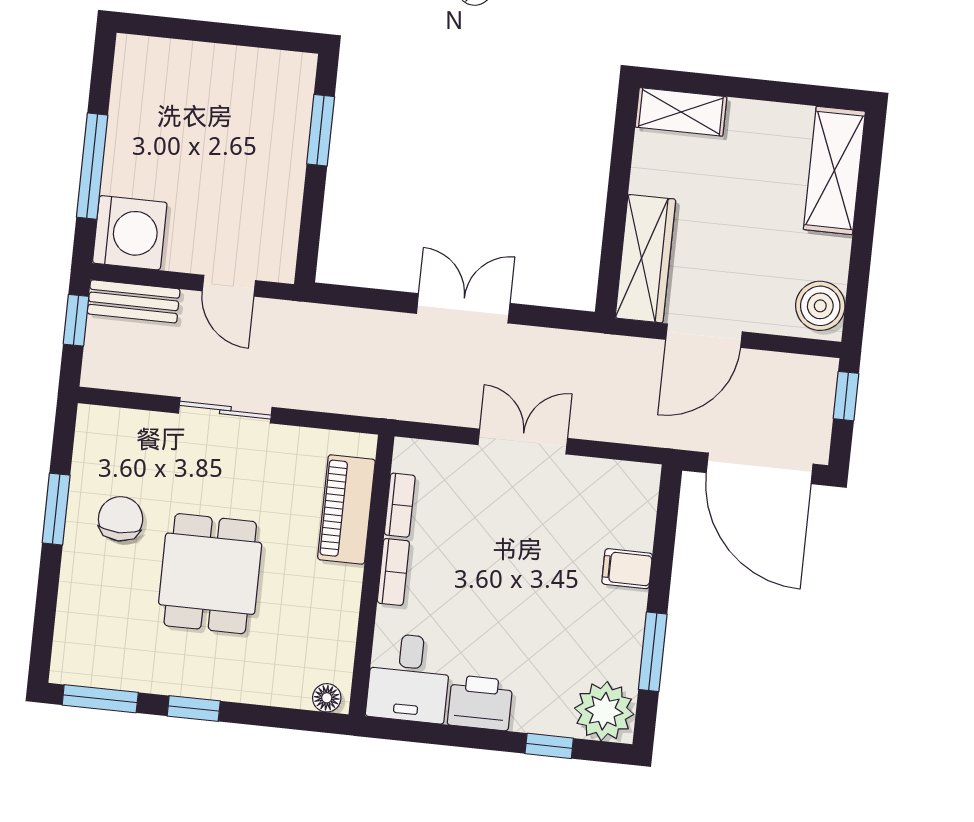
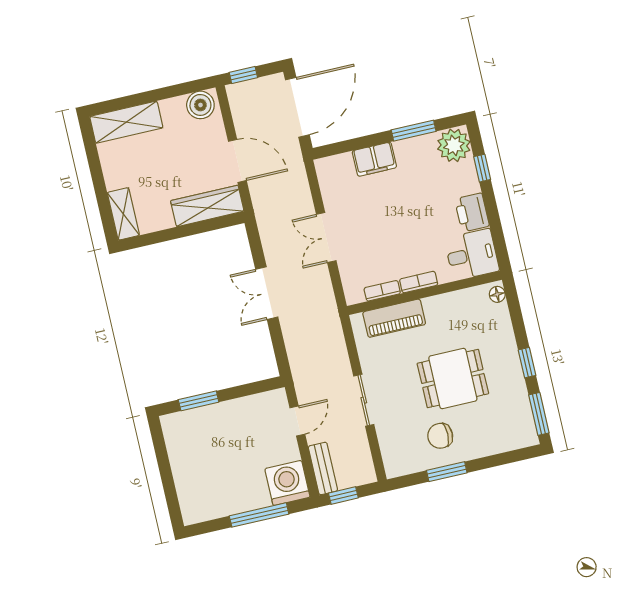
filing cabinet: (627, 569) -> (374, 159), width x2.00

